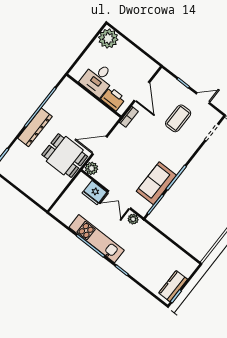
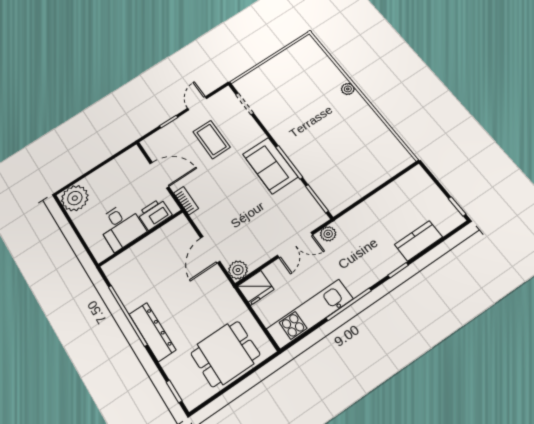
dining table: (65, 156) -> (225, 354), moved
sofa: (156, 183) -> (270, 166), moved
fridge: (94, 193) -> (256, 288), moved
kitchen unit: (97, 239) -> (310, 314), moved
kitchen counter: (173, 286) -> (418, 241), moved, turned 90

